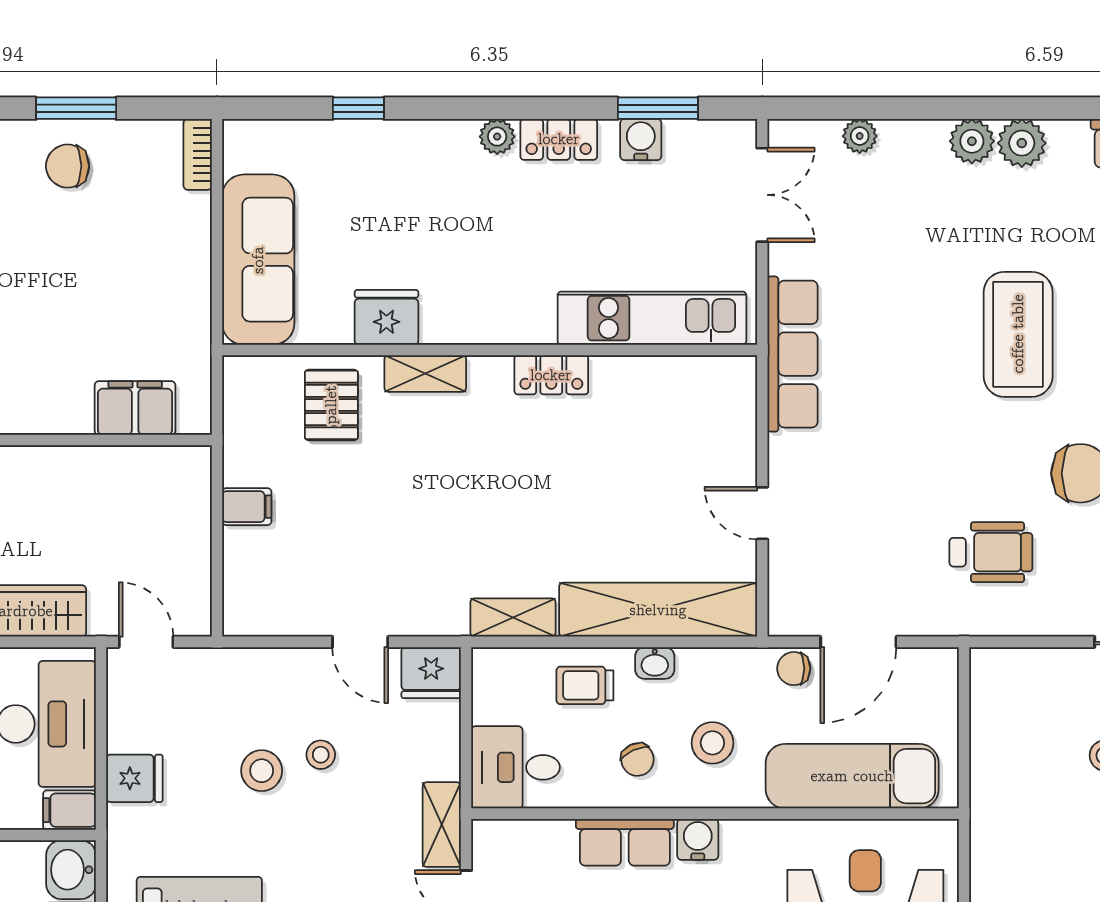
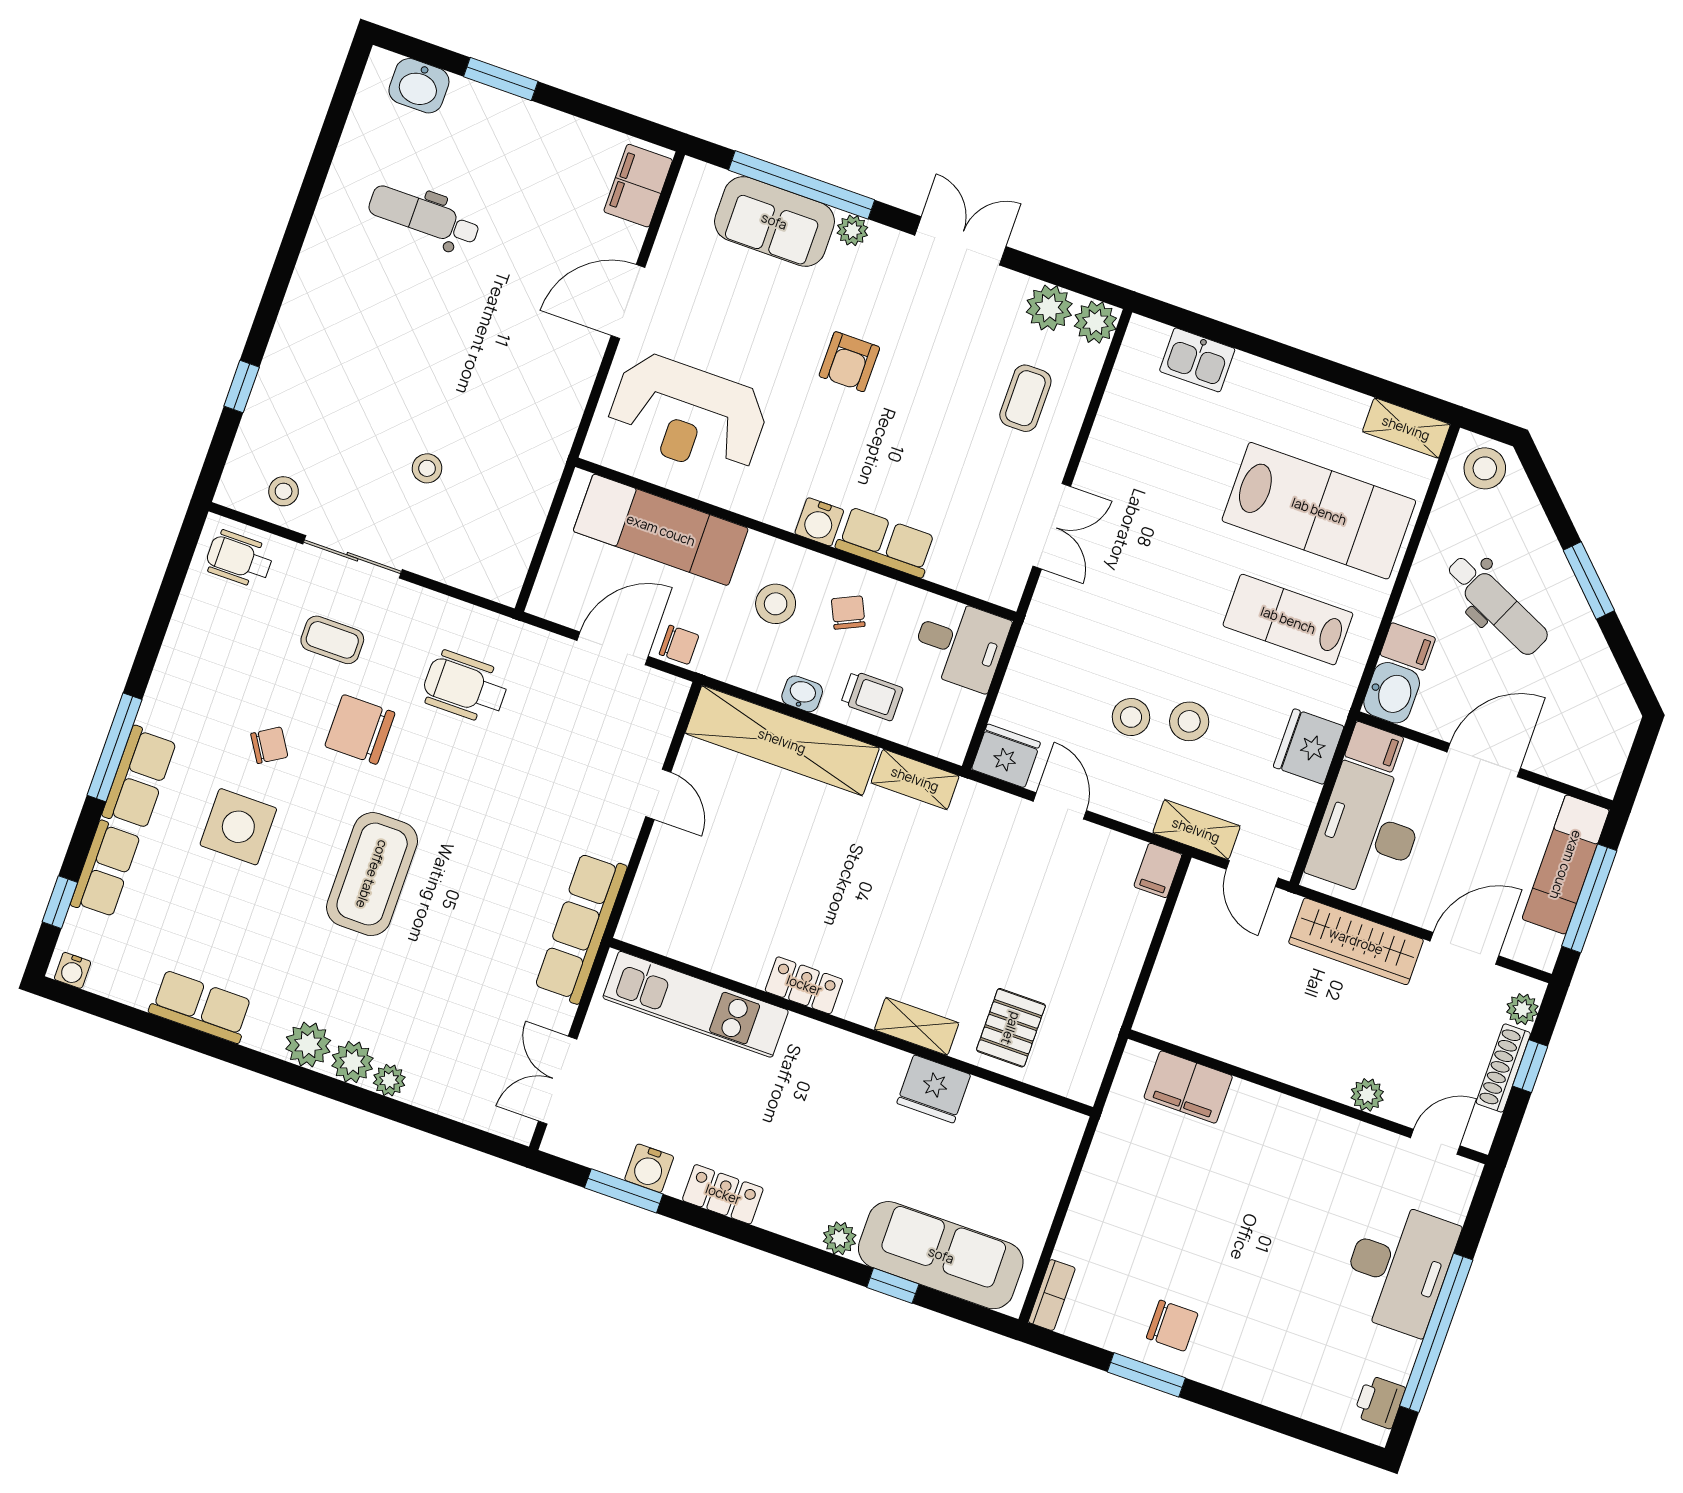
plant: (860, 136) -> (389, 1080), moved
plant: (497, 137) -> (840, 1238), moved
sofa: (258, 260) -> (941, 1255), moved, turned 90
filing cabinet: (247, 507) -> (1158, 870), moved, turned -90
stool: (321, 755) -> (1131, 717), width x1.37, depth x1.37
fridge: (134, 778) -> (1309, 747), width x1.38
shelving: (442, 825) -> (1196, 830), moved, turned 90

